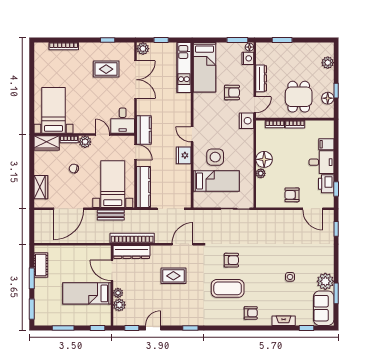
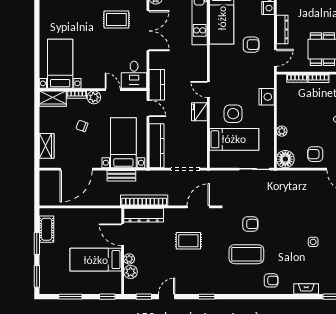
nightstand: (246, 121) -> (267, 97), moved
floor lamp: (264, 159) -> (285, 159), moved

